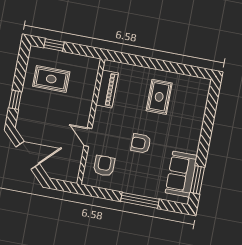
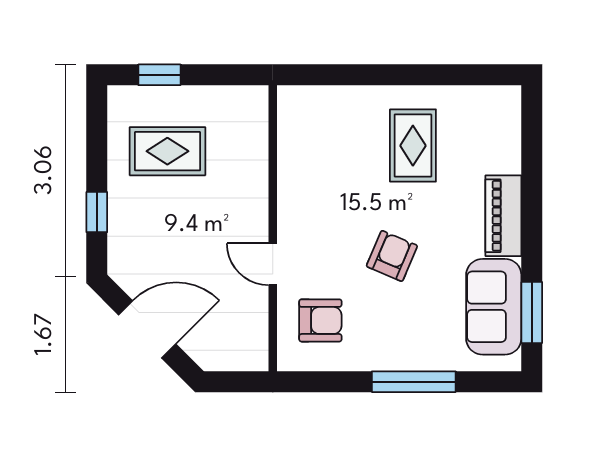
piano: (107, 89) -> (503, 216), moved, turned 180
armchair: (141, 143) -> (392, 256), turned 113
armchair: (104, 166) -> (320, 320), turned 90

